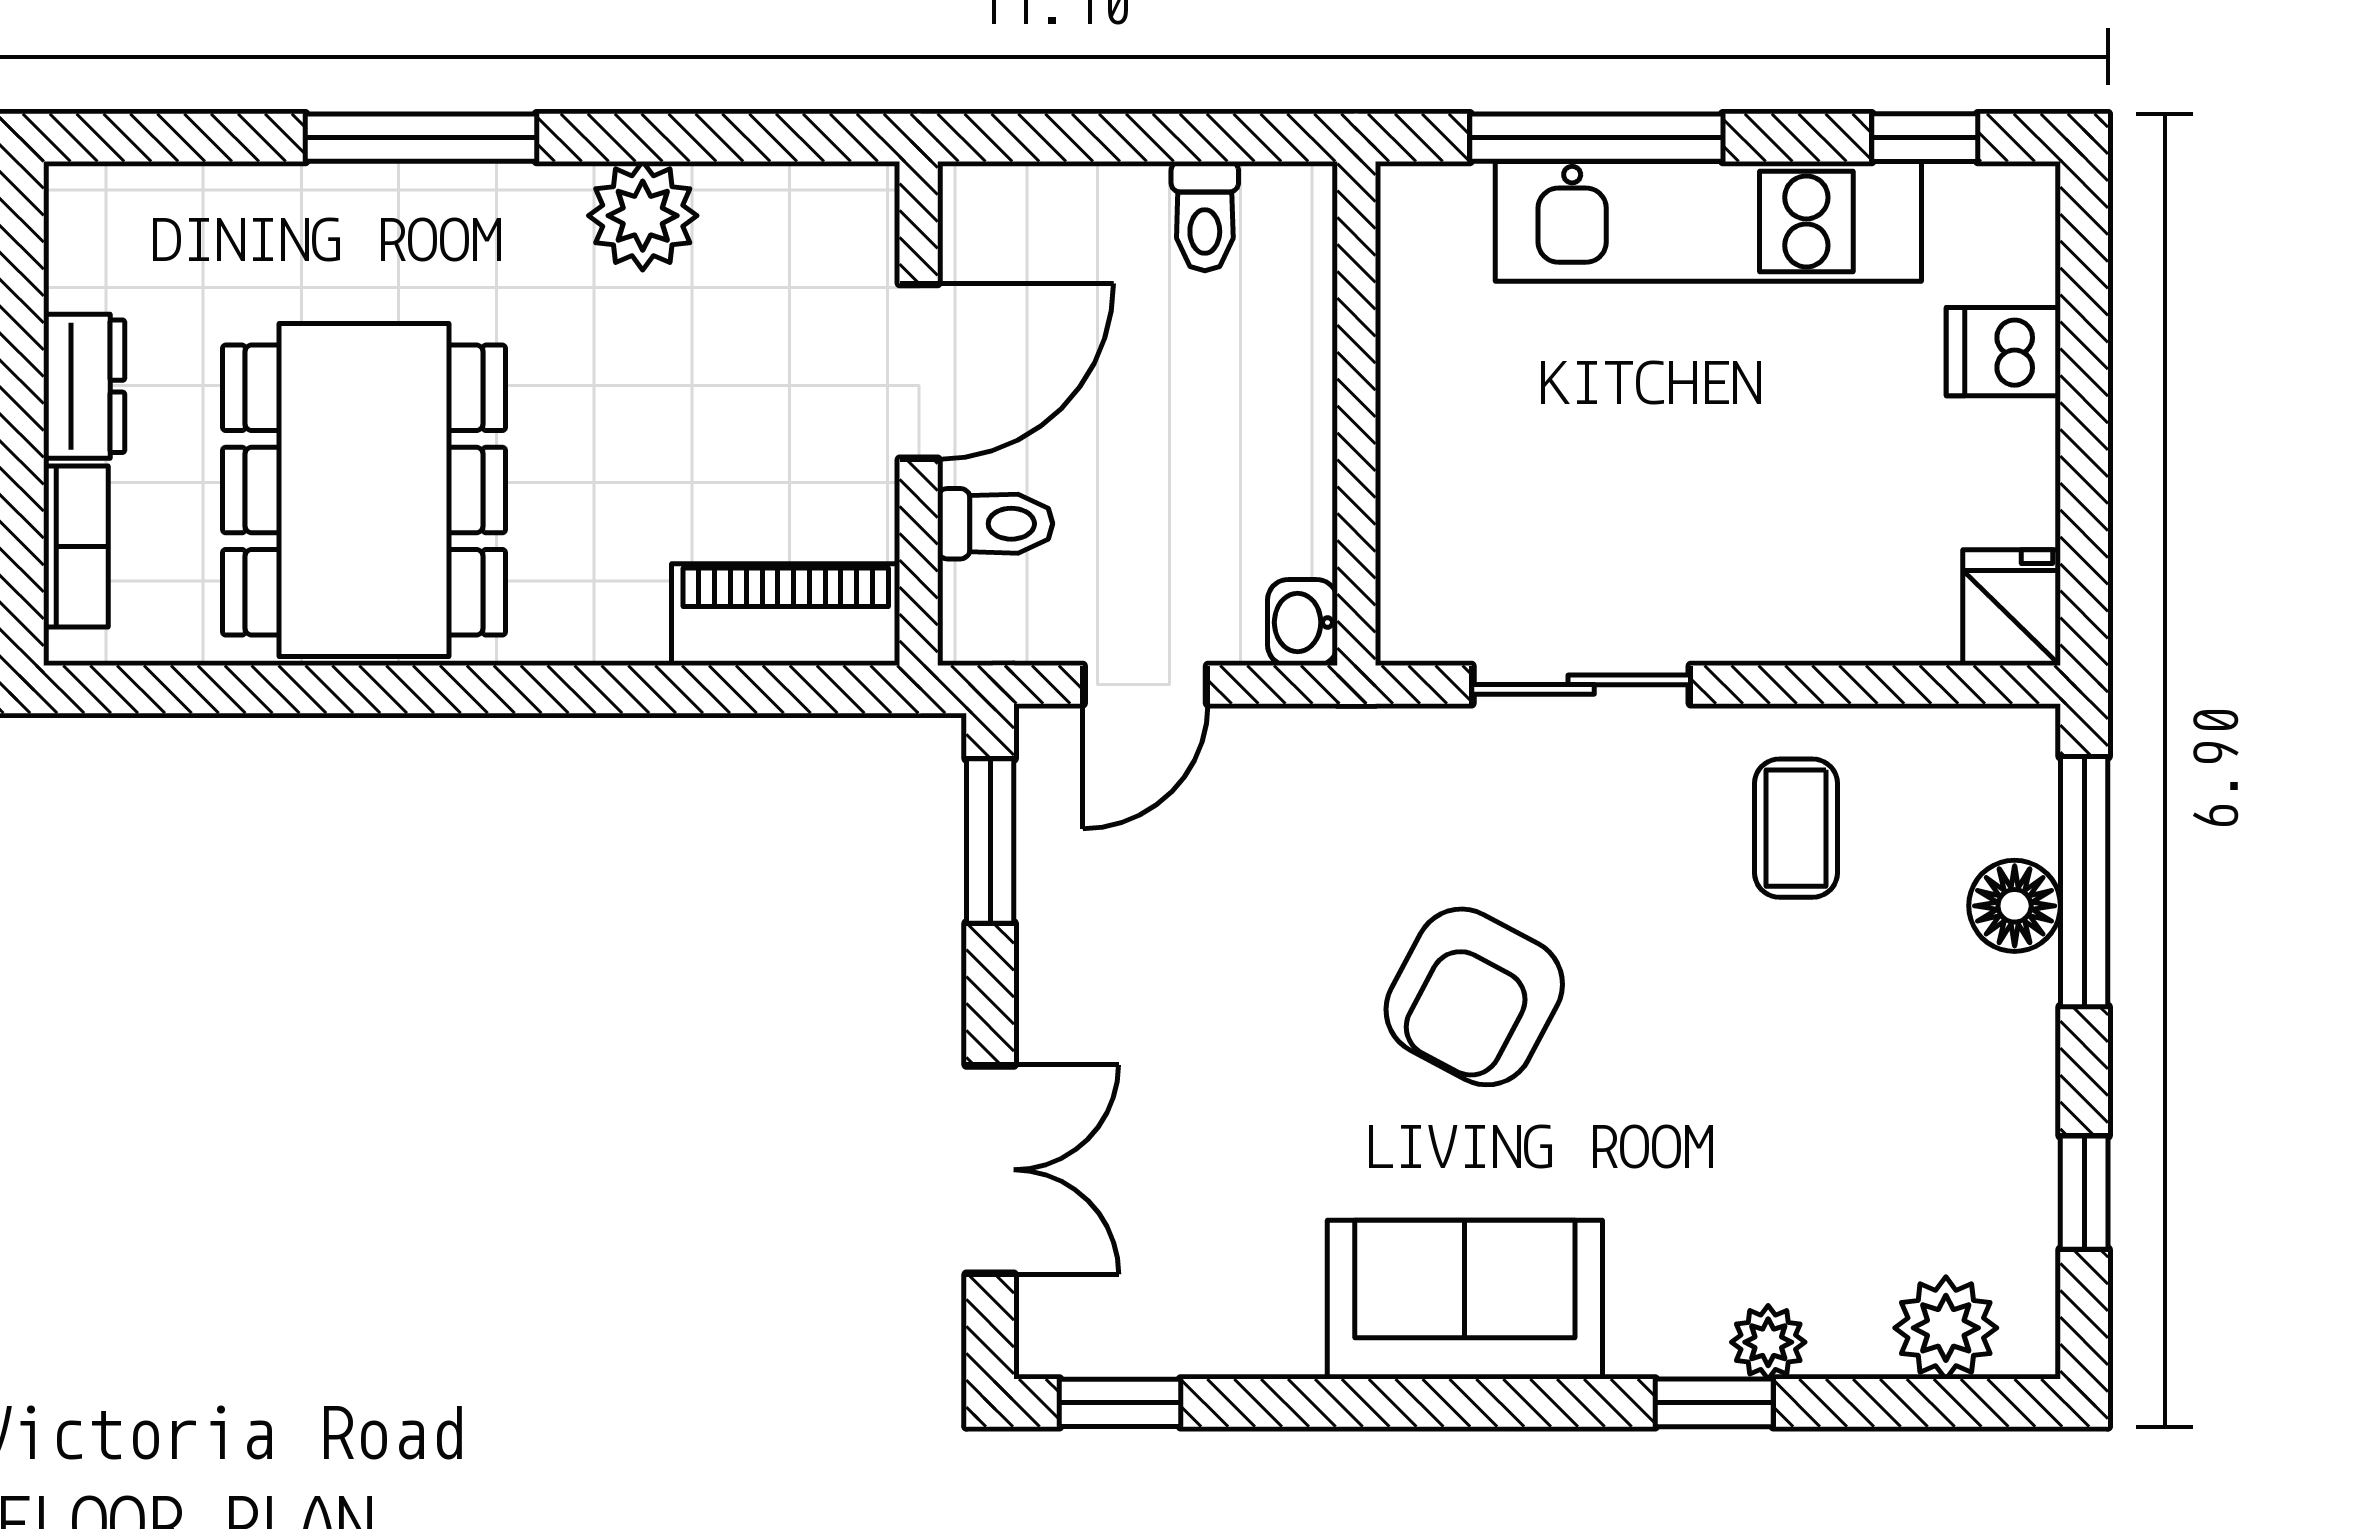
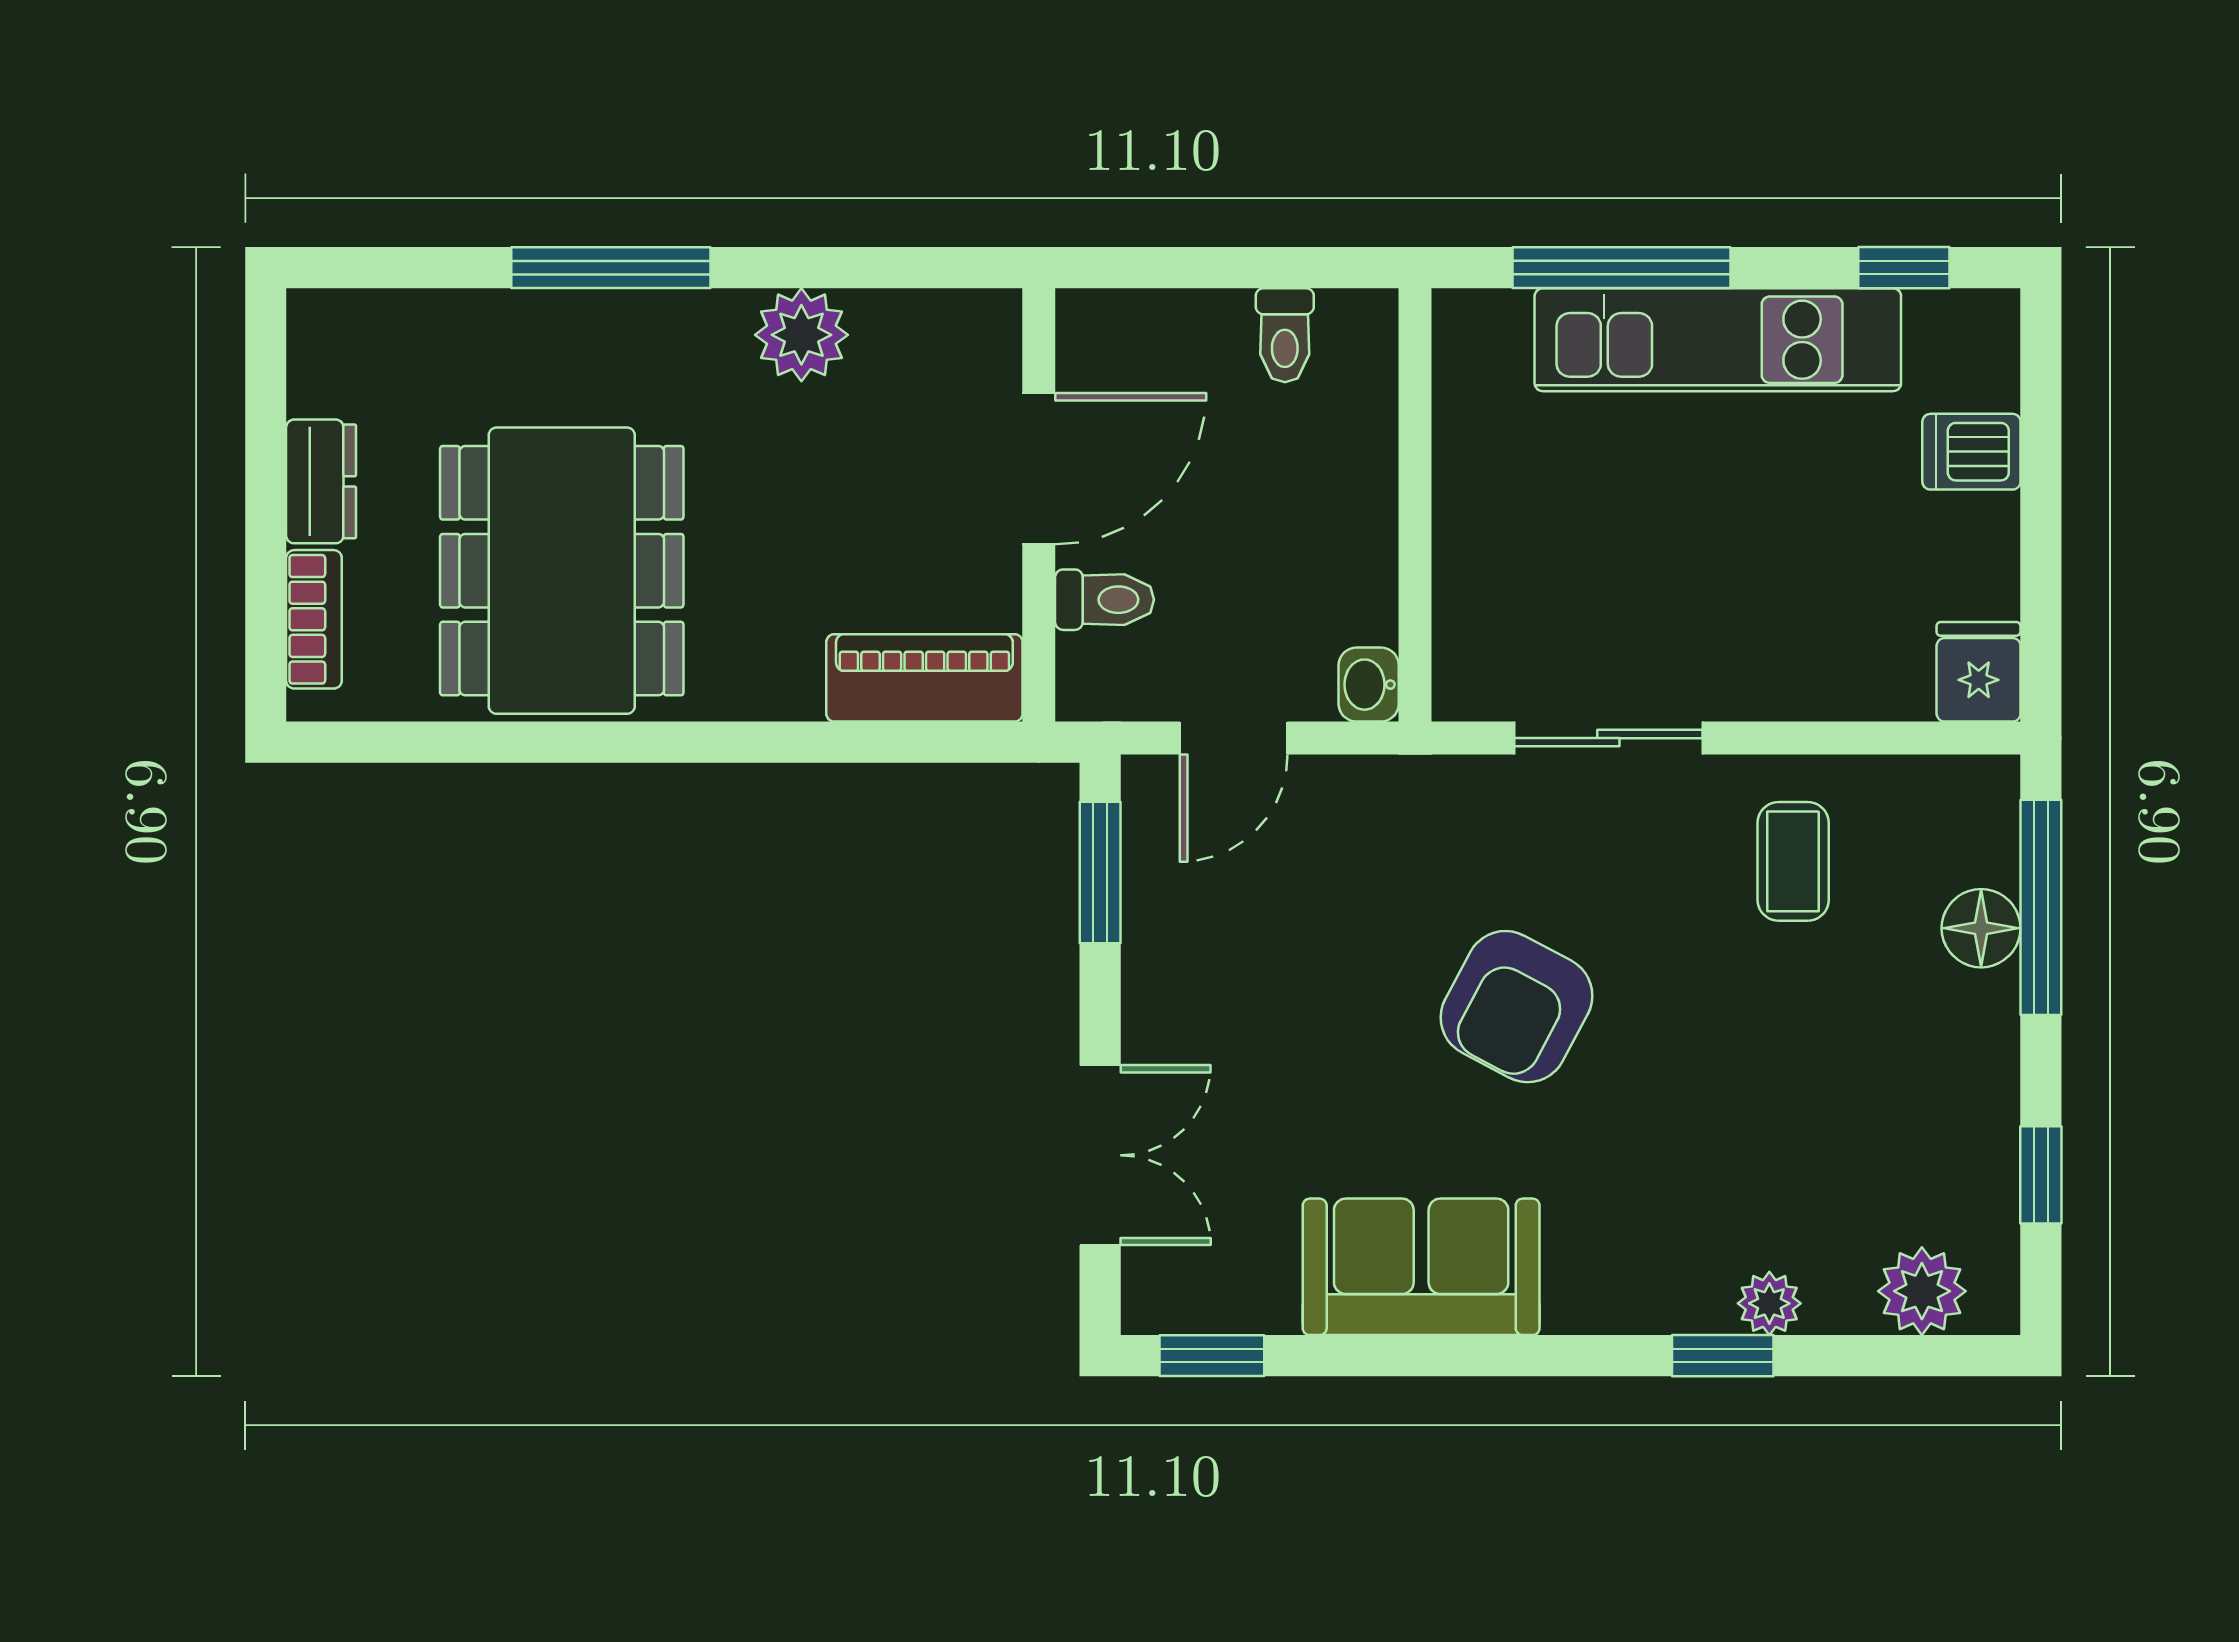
sofa: (1465, 1300) -> (1421, 1267), moved

